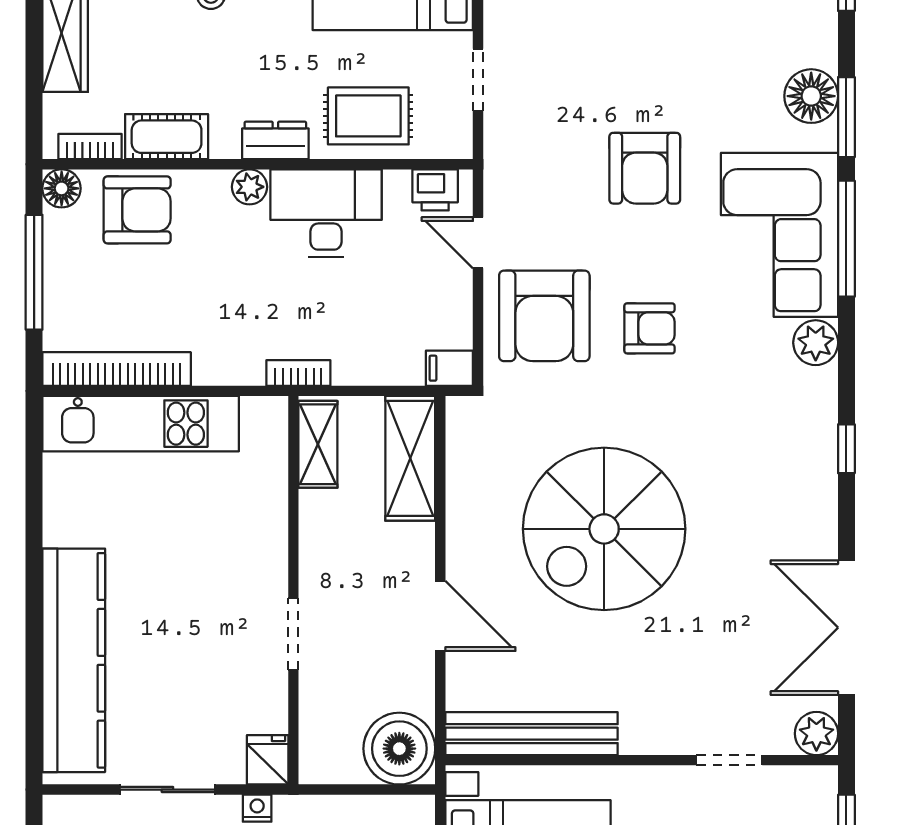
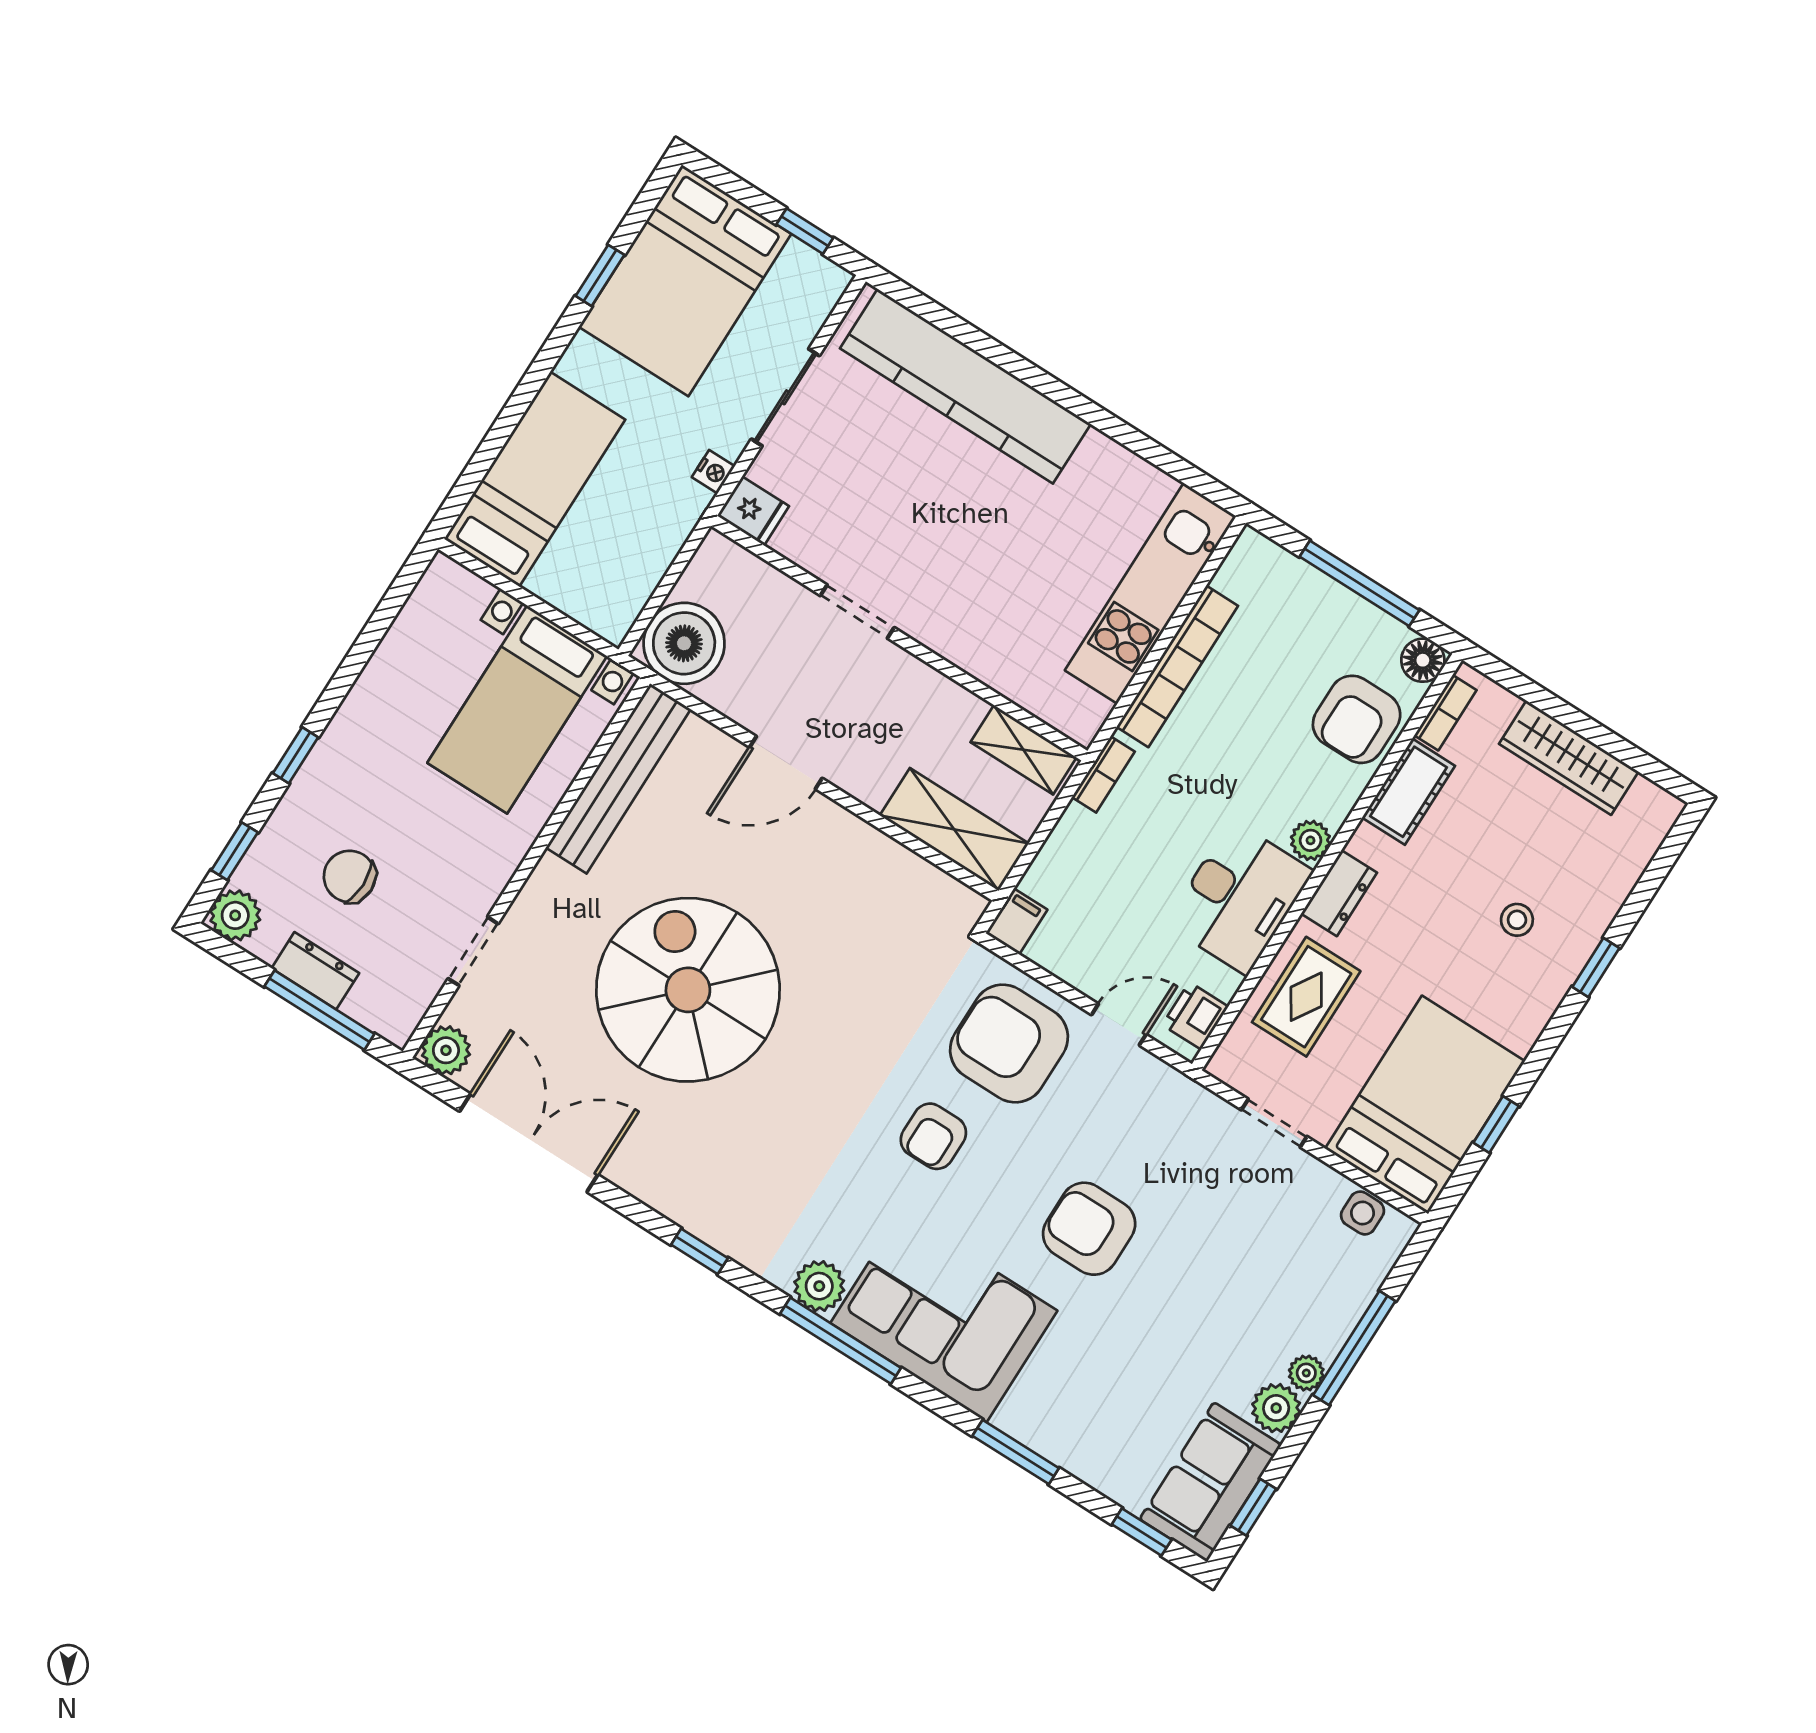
floor lamp: (811, 96) -> (1057, 1431), removed
window: (846, 239) -> (841, 1341), moved
bookcase: (117, 369) -> (1177, 666), moved
spiral stairs: (604, 529) -> (688, 990), moved

